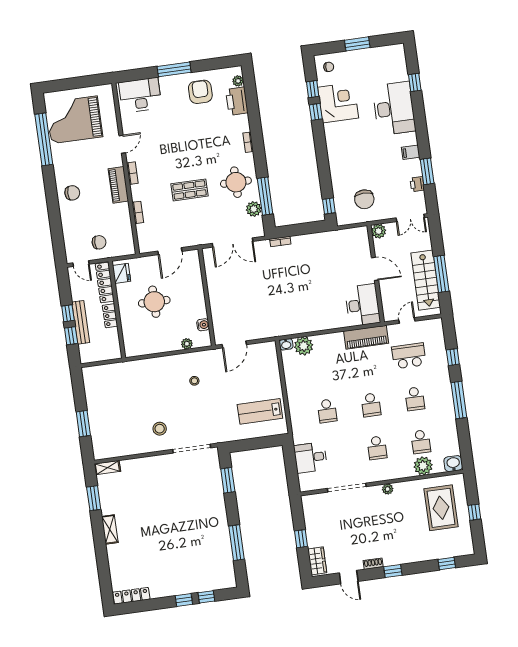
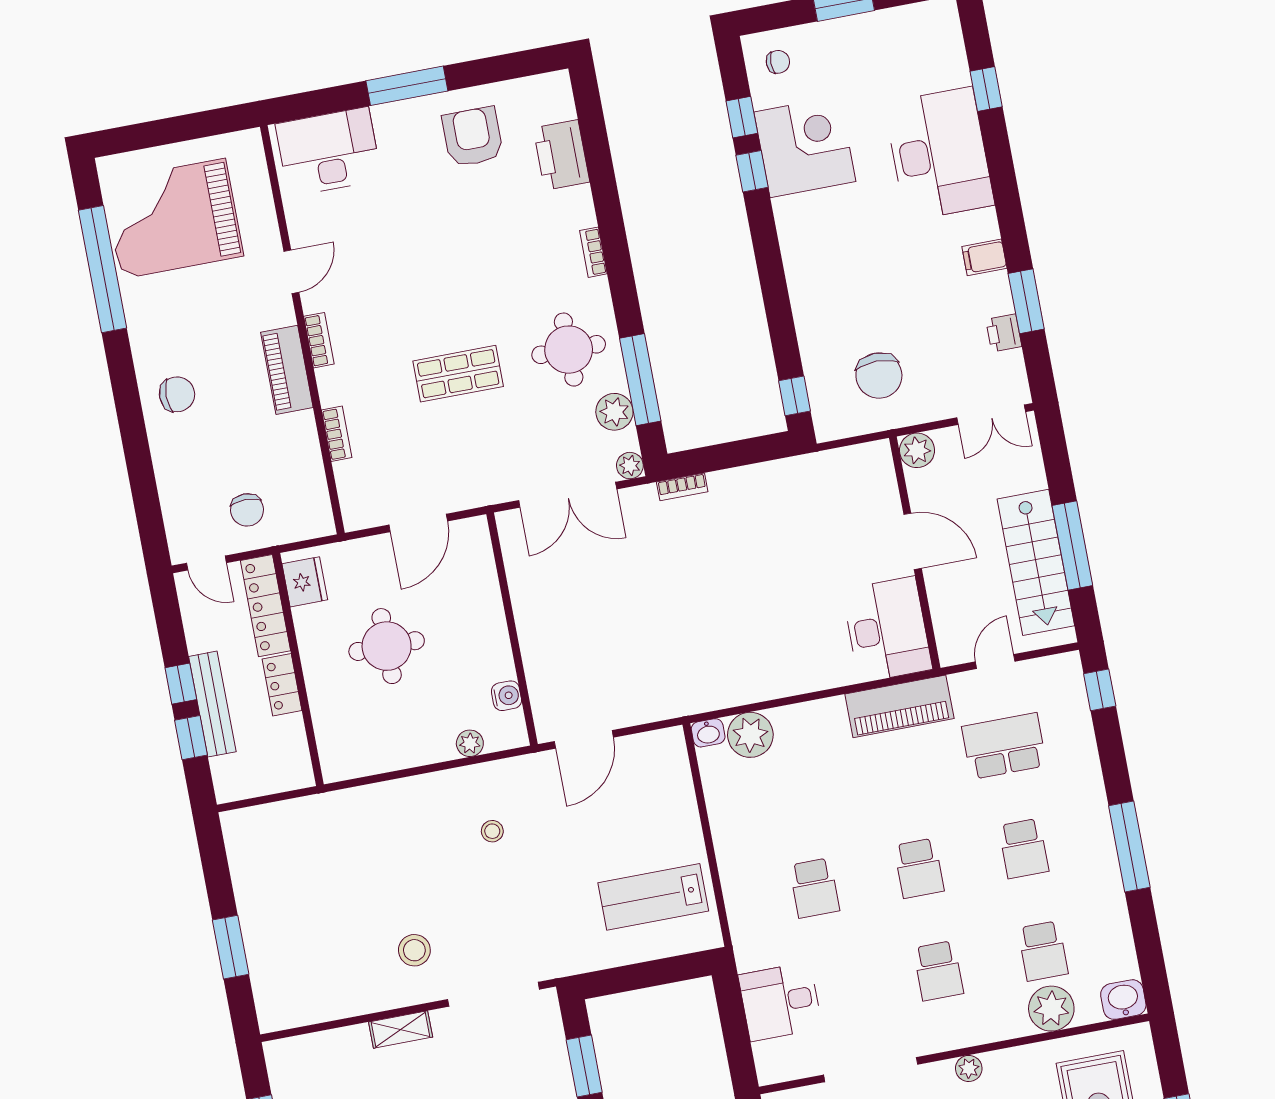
plant: (238, 81) -> (630, 466), moved
chair: (99, 242) -> (247, 510), turned 90
window: (453, 357) -> (1100, 690), moved
shelving: (107, 468) -> (401, 1029), moved

